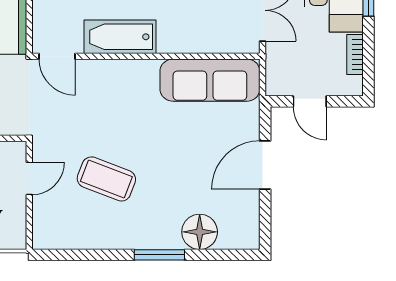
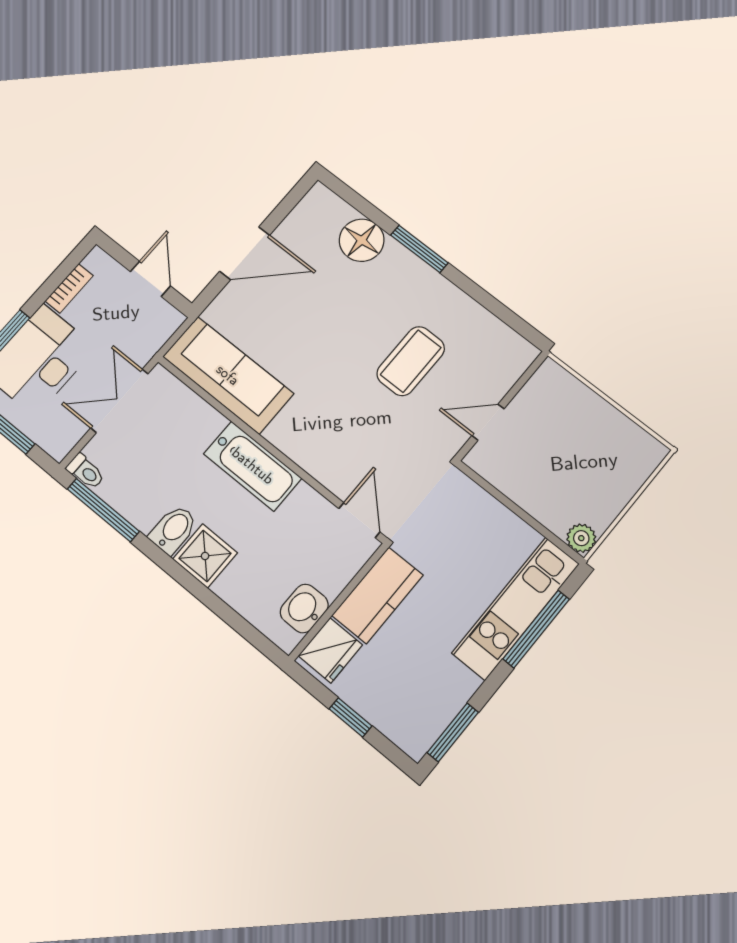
bathtub: (120, 37) -> (253, 466), moved
coffee table: (106, 179) -> (411, 361), turned 69

